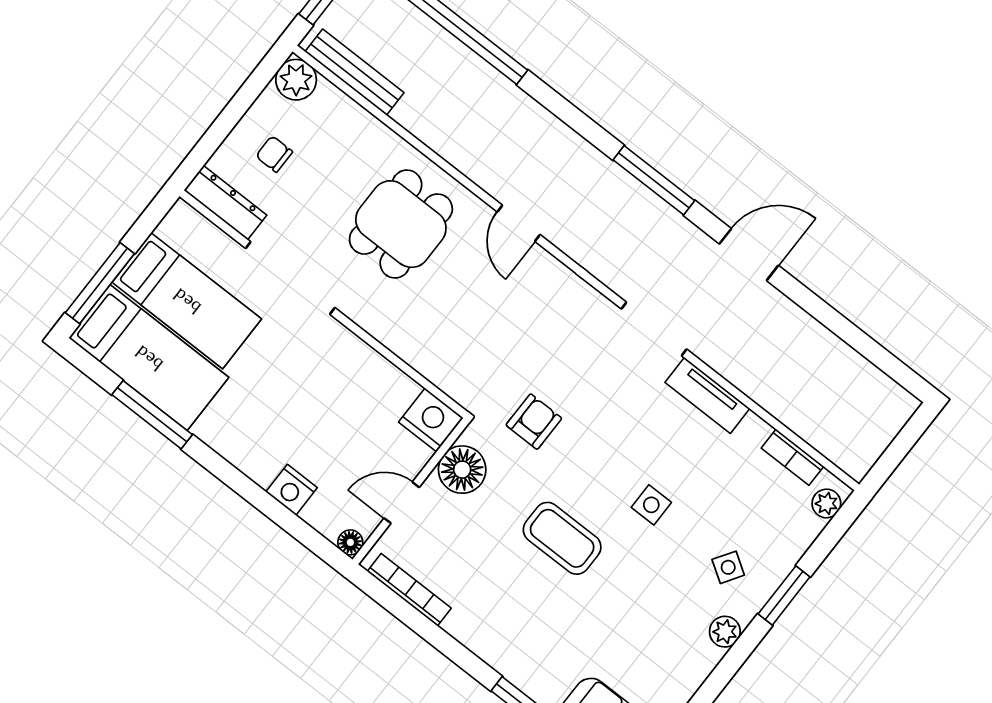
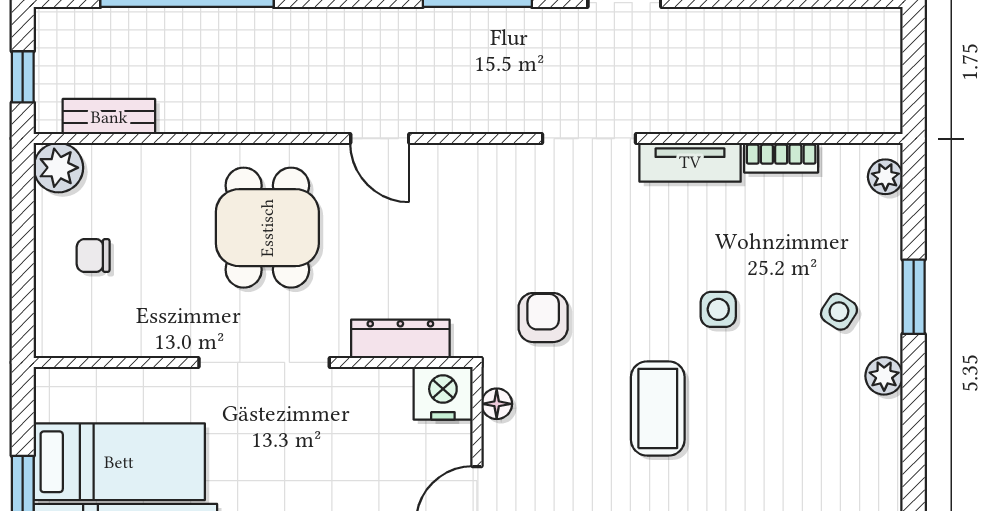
bench: (355, 72) -> (109, 117), width x0.73
dresser: (225, 203) -> (400, 339), moved
doorway: (290, 278) -> (264, 362), moved
bookcase: (792, 457) -> (781, 158), moved
floor lamp: (462, 470) -> (497, 404), width x0.53, depth x0.53
coffee table: (562, 538) -> (658, 408), turned 90

